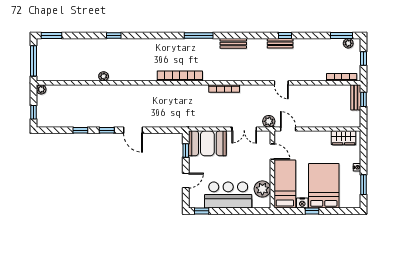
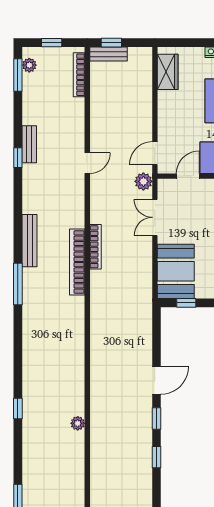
bench: (233, 43) -> (30, 241), width x1.36
bench: (280, 43) -> (29, 144), moved
bookcase: (180, 76) -> (77, 262), moved
double door: (244, 129) -> (155, 217), swing flipped

